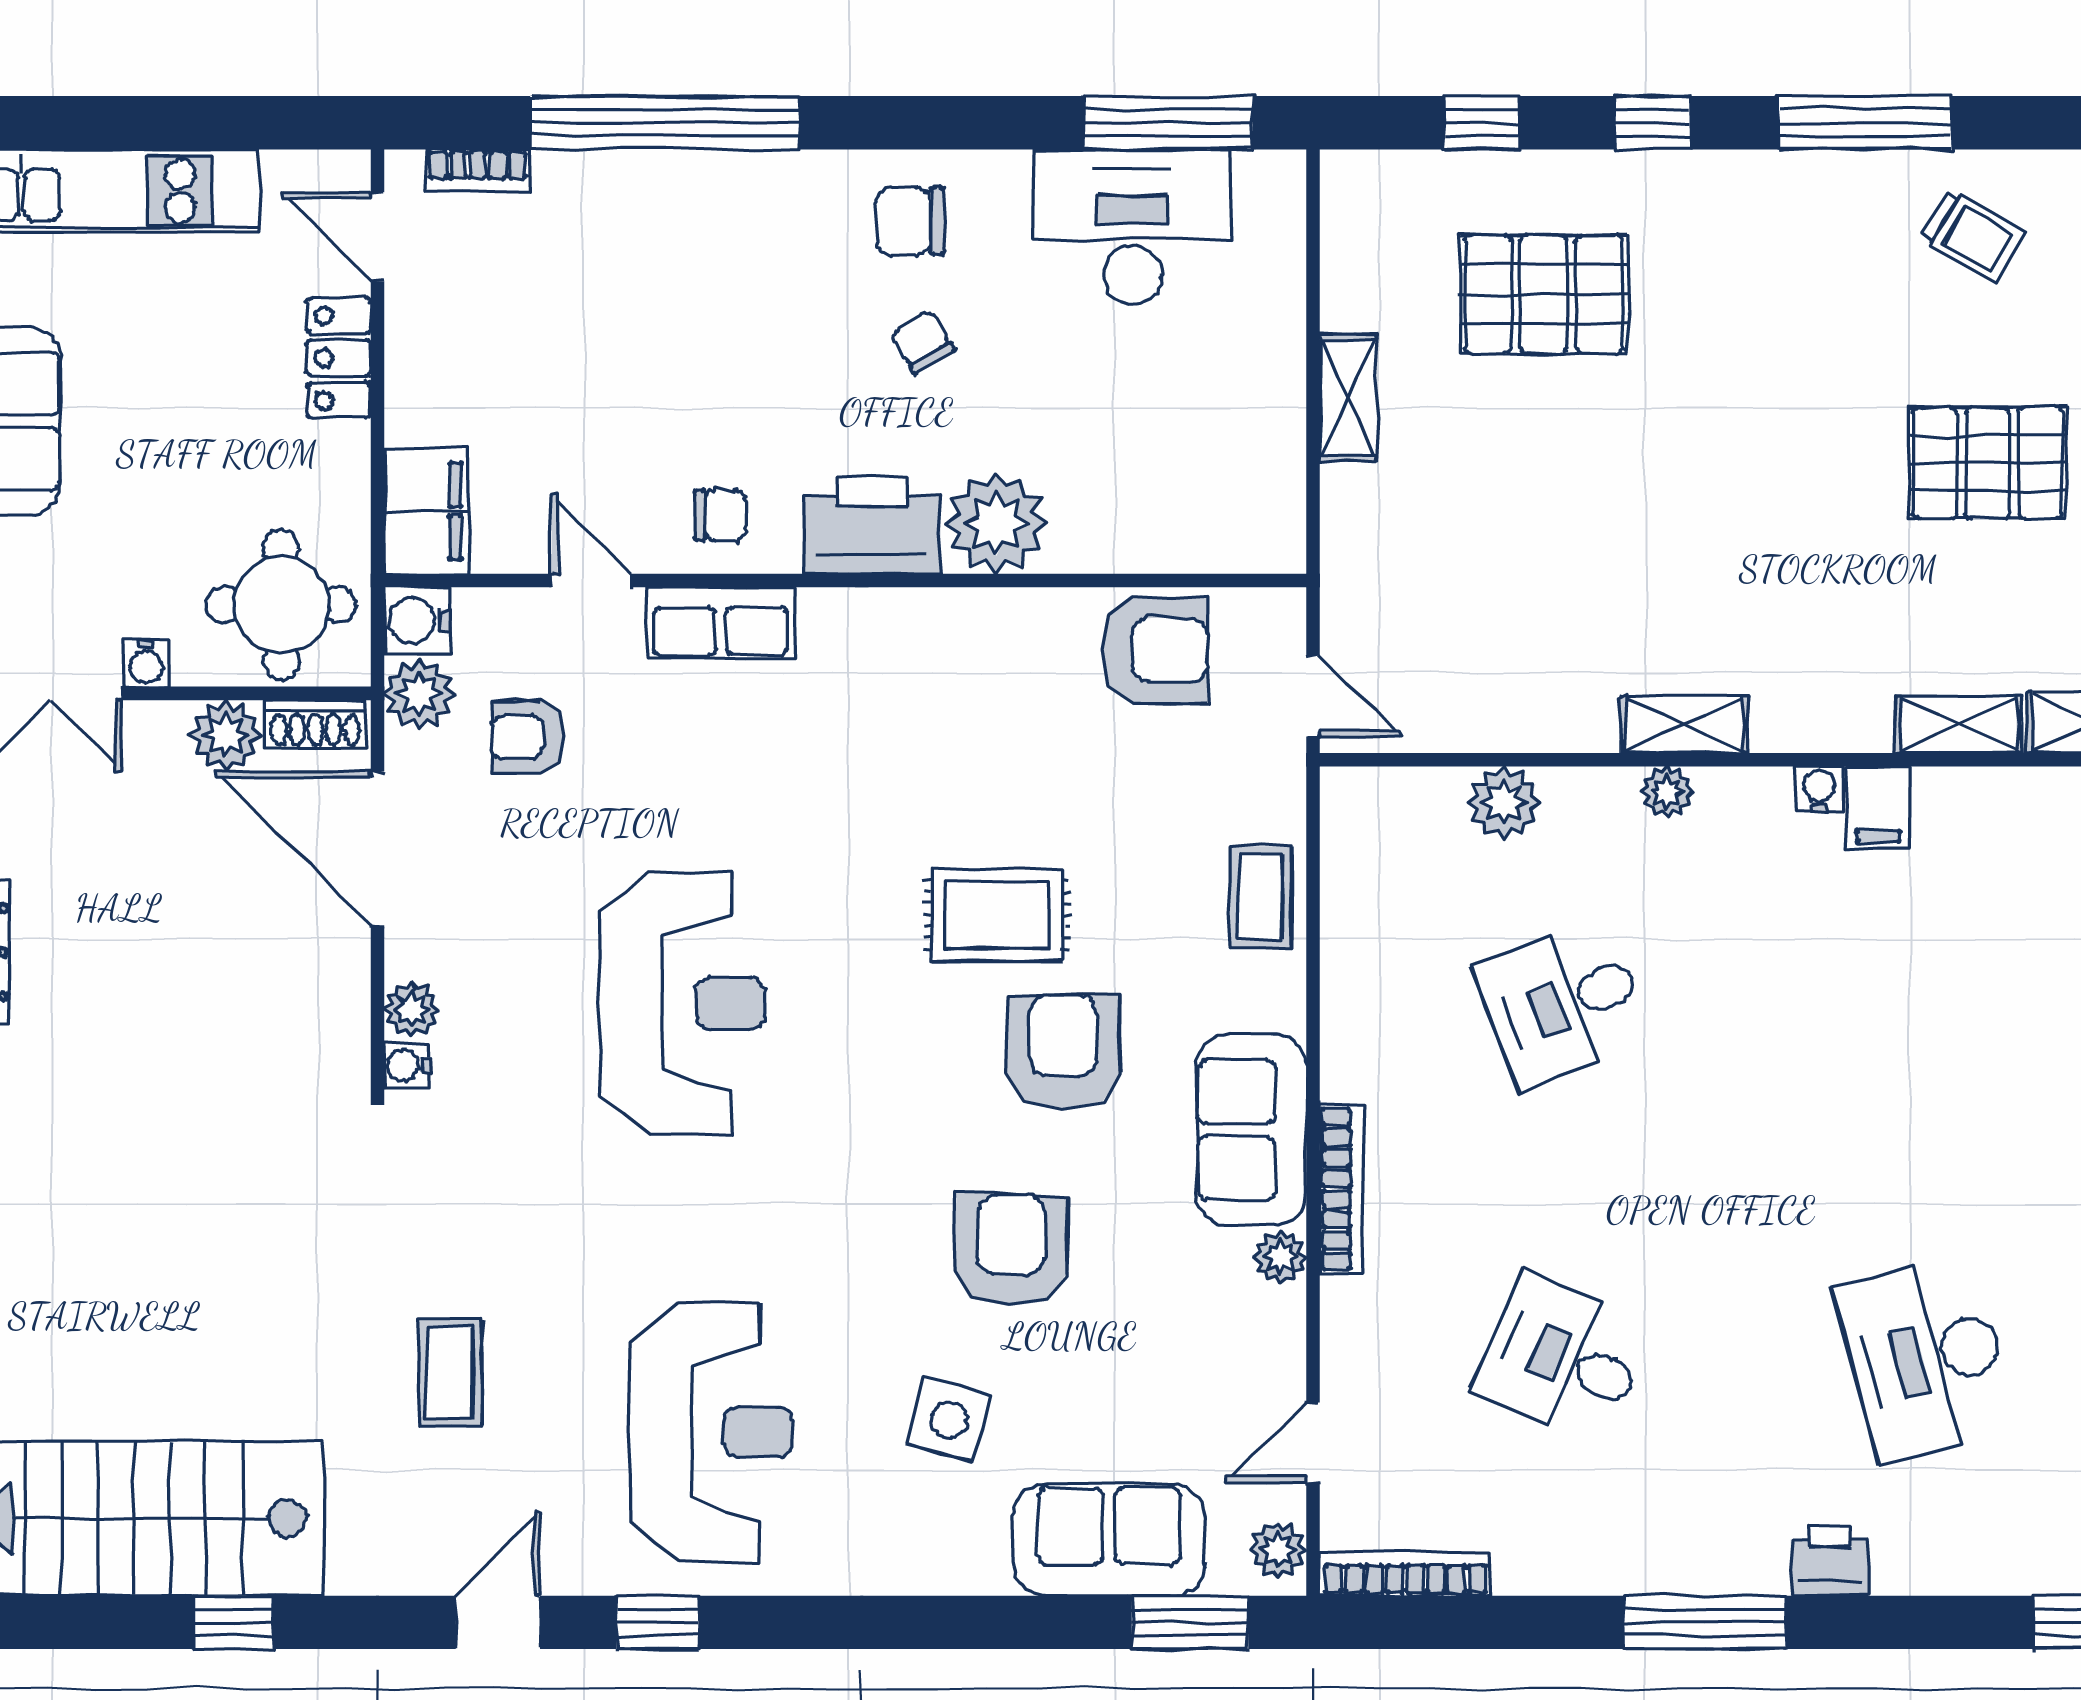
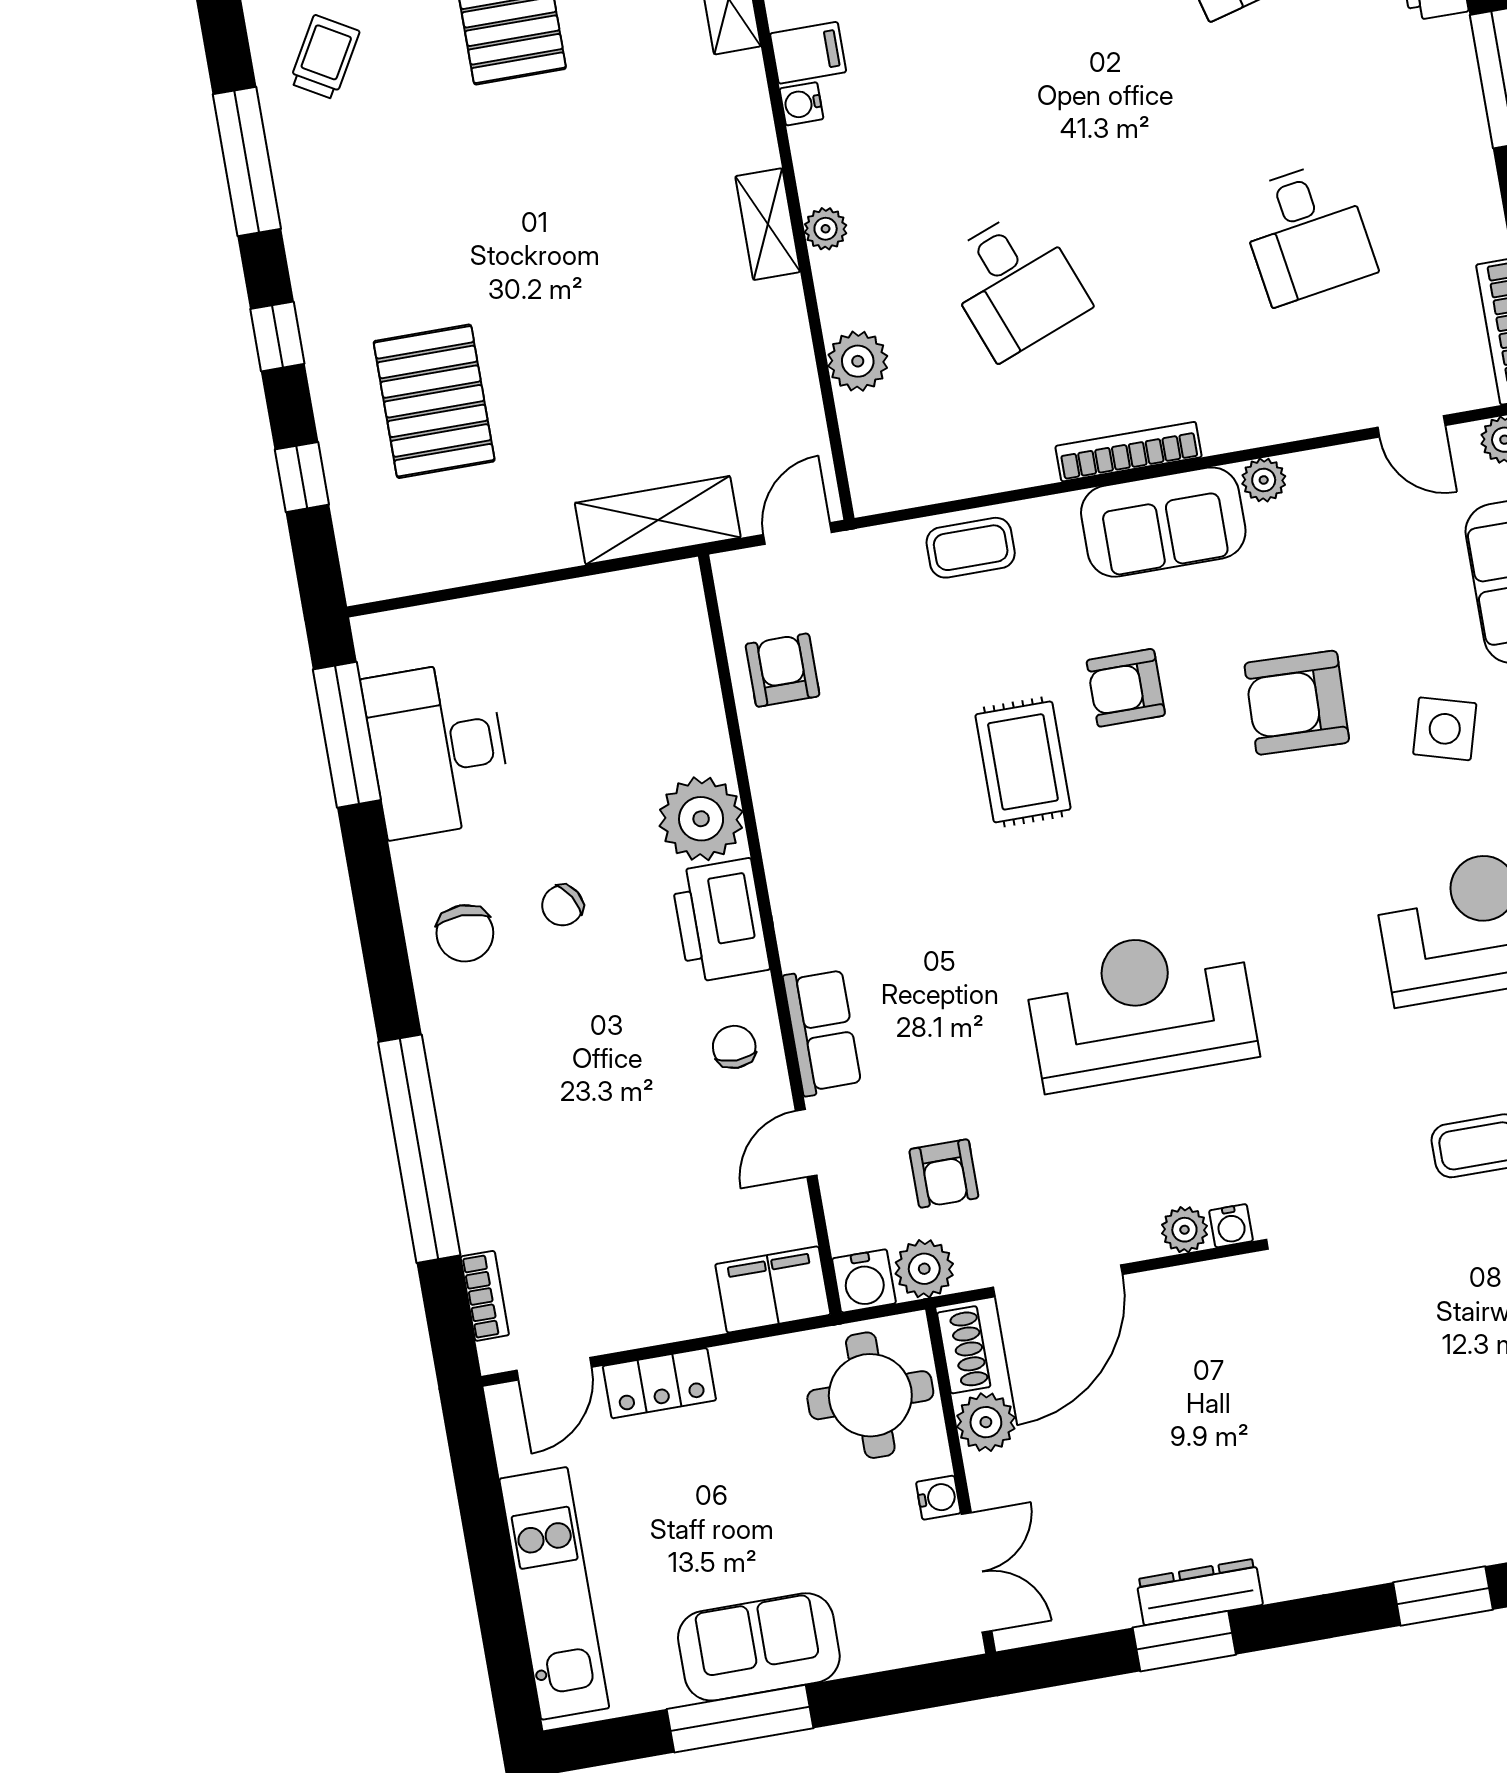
shelving: (1348, 398) -> (658, 520), moved, width x1.50, depth x1.33
armchair: (1155, 650) -> (783, 670), width x0.72, depth x0.72
armchair: (1063, 1052) -> (1126, 688), width x0.72, depth x0.72
bookcase: (1342, 1189) -> (1129, 452), moved
desk: (1563, 1358) -> (1306, 233), turned -33

